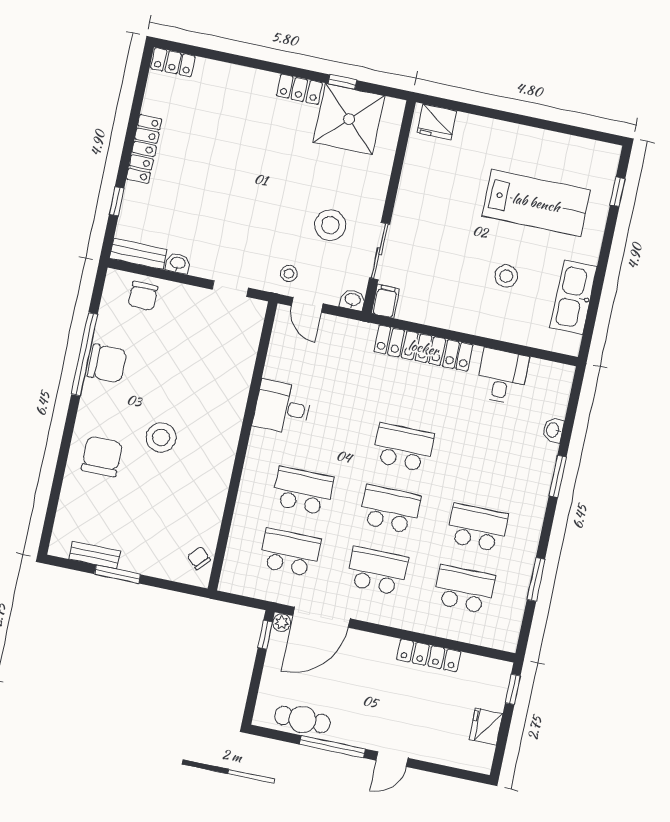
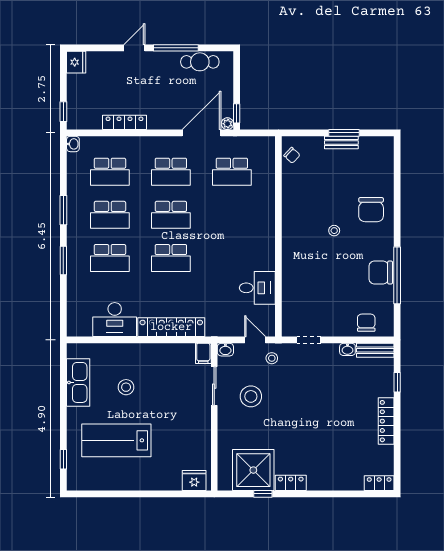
desk: (502, 376) -> (115, 320), width x1.37
desk: (282, 407) -> (257, 288), moved
washbasin: (553, 430) -> (73, 144), moved
stool: (161, 437) -> (334, 231), width x0.53, depth x0.53
school desk: (303, 491) -> (110, 258), moved
bench: (95, 555) -> (341, 143), moved
window: (536, 579) -> (63, 210), moved
fridge: (486, 726) -> (76, 62), moved

